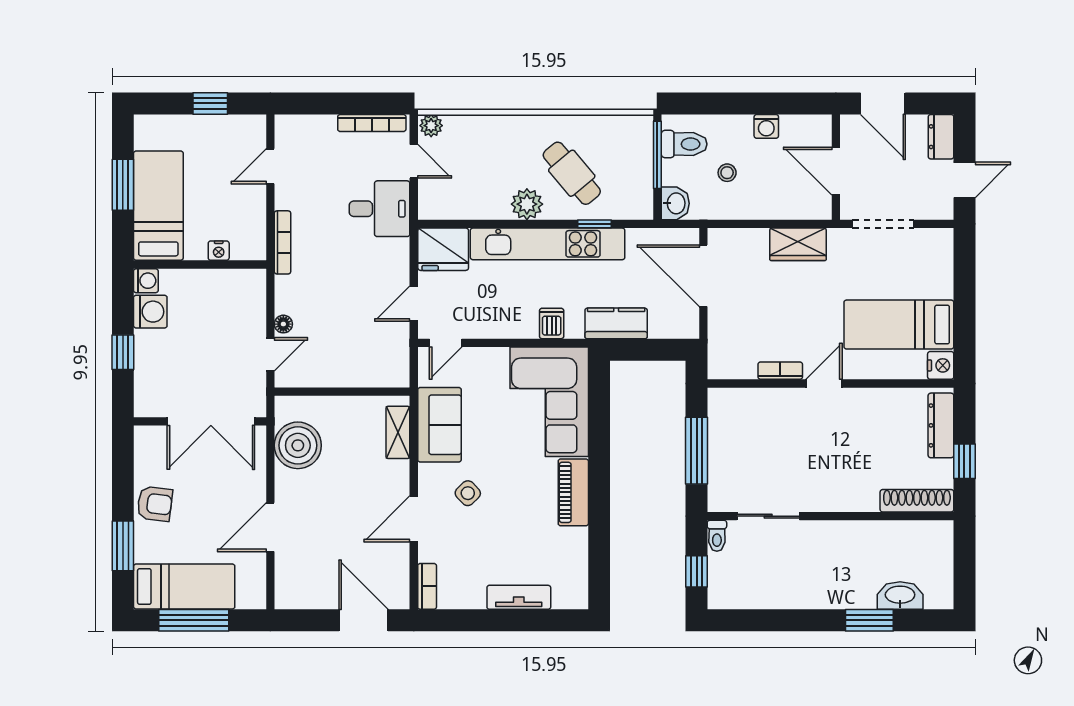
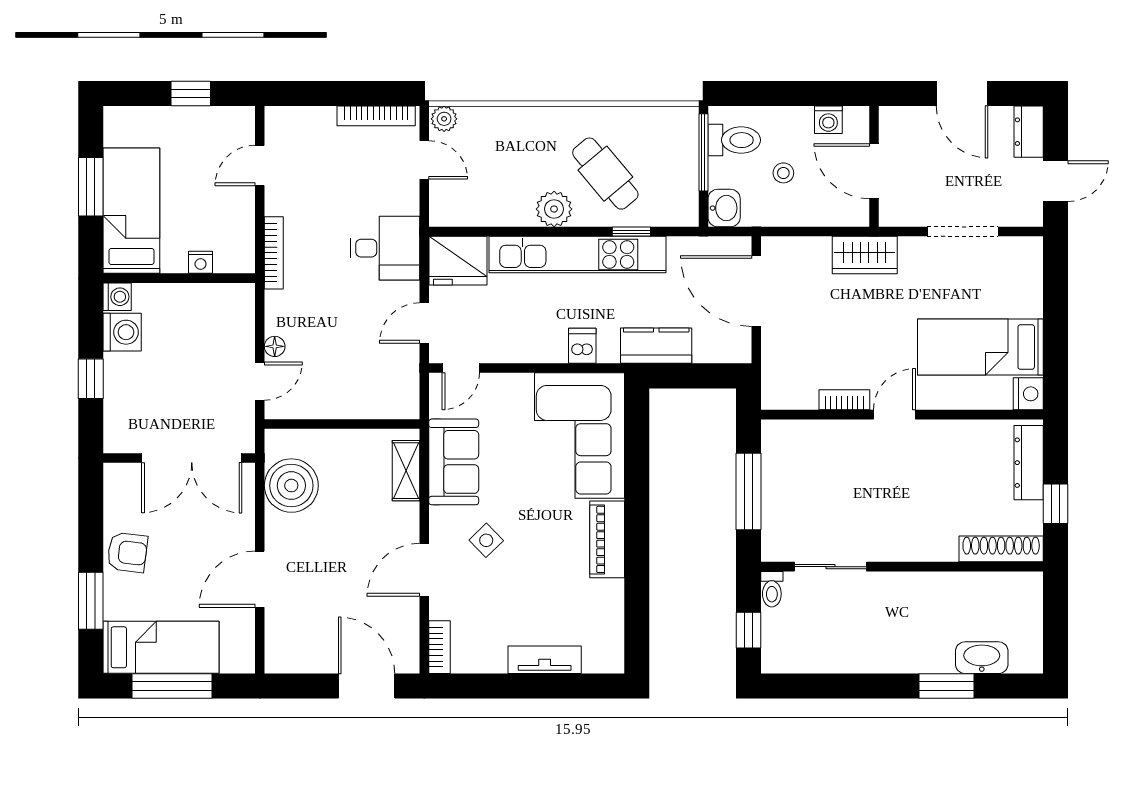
wall: (836, 167) -> (874, 166), moved
door: (836, 171) -> (874, 171), moved
desk: (380, 209) -> (385, 248), moved

